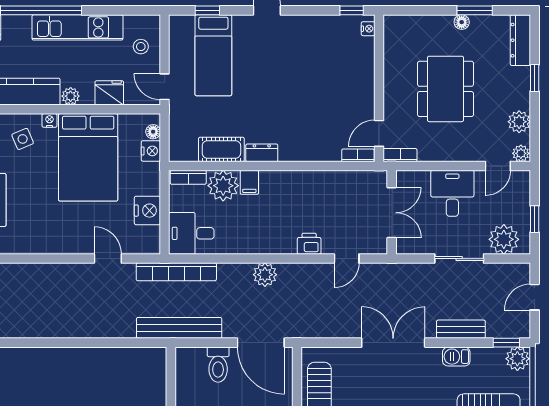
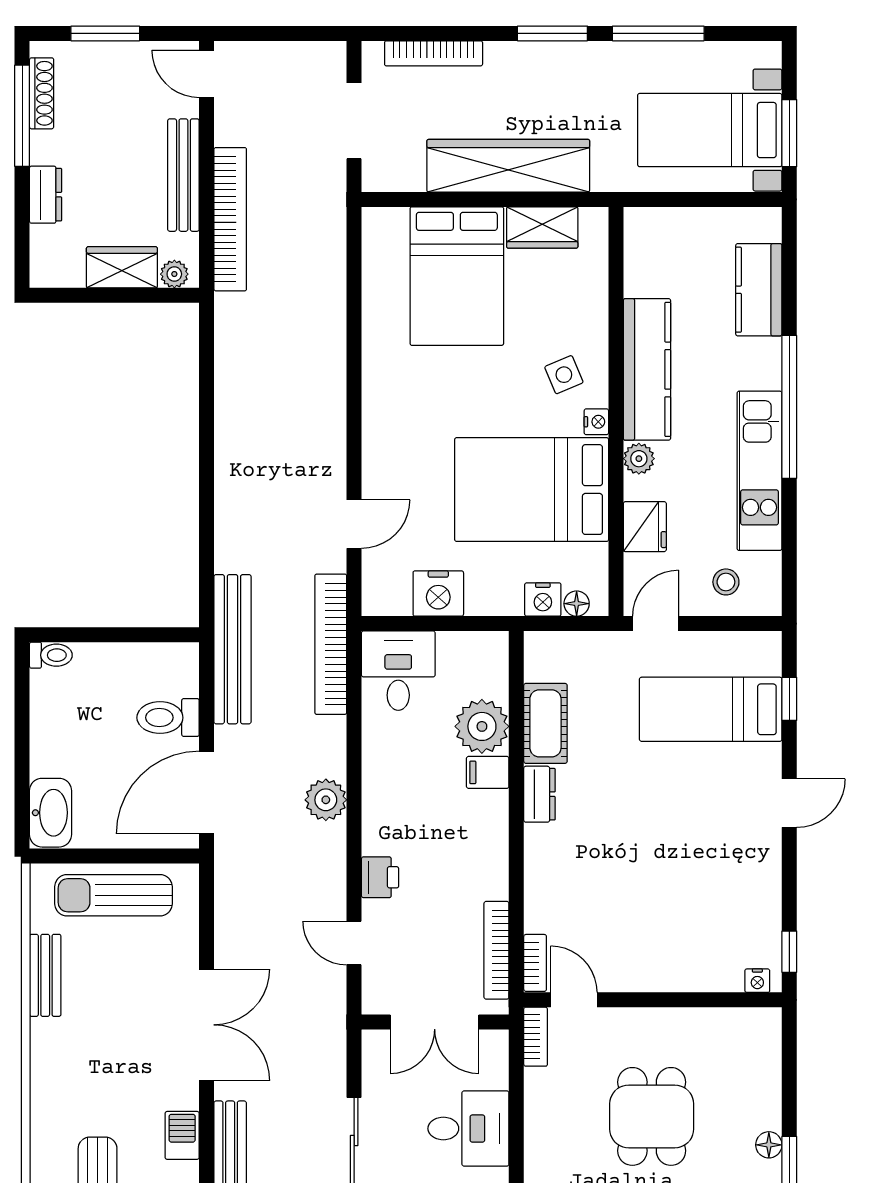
dining table: (445, 89) -> (652, 1116), width x0.73
bookcase: (188, 177) -> (496, 950), moved, width x1.56

